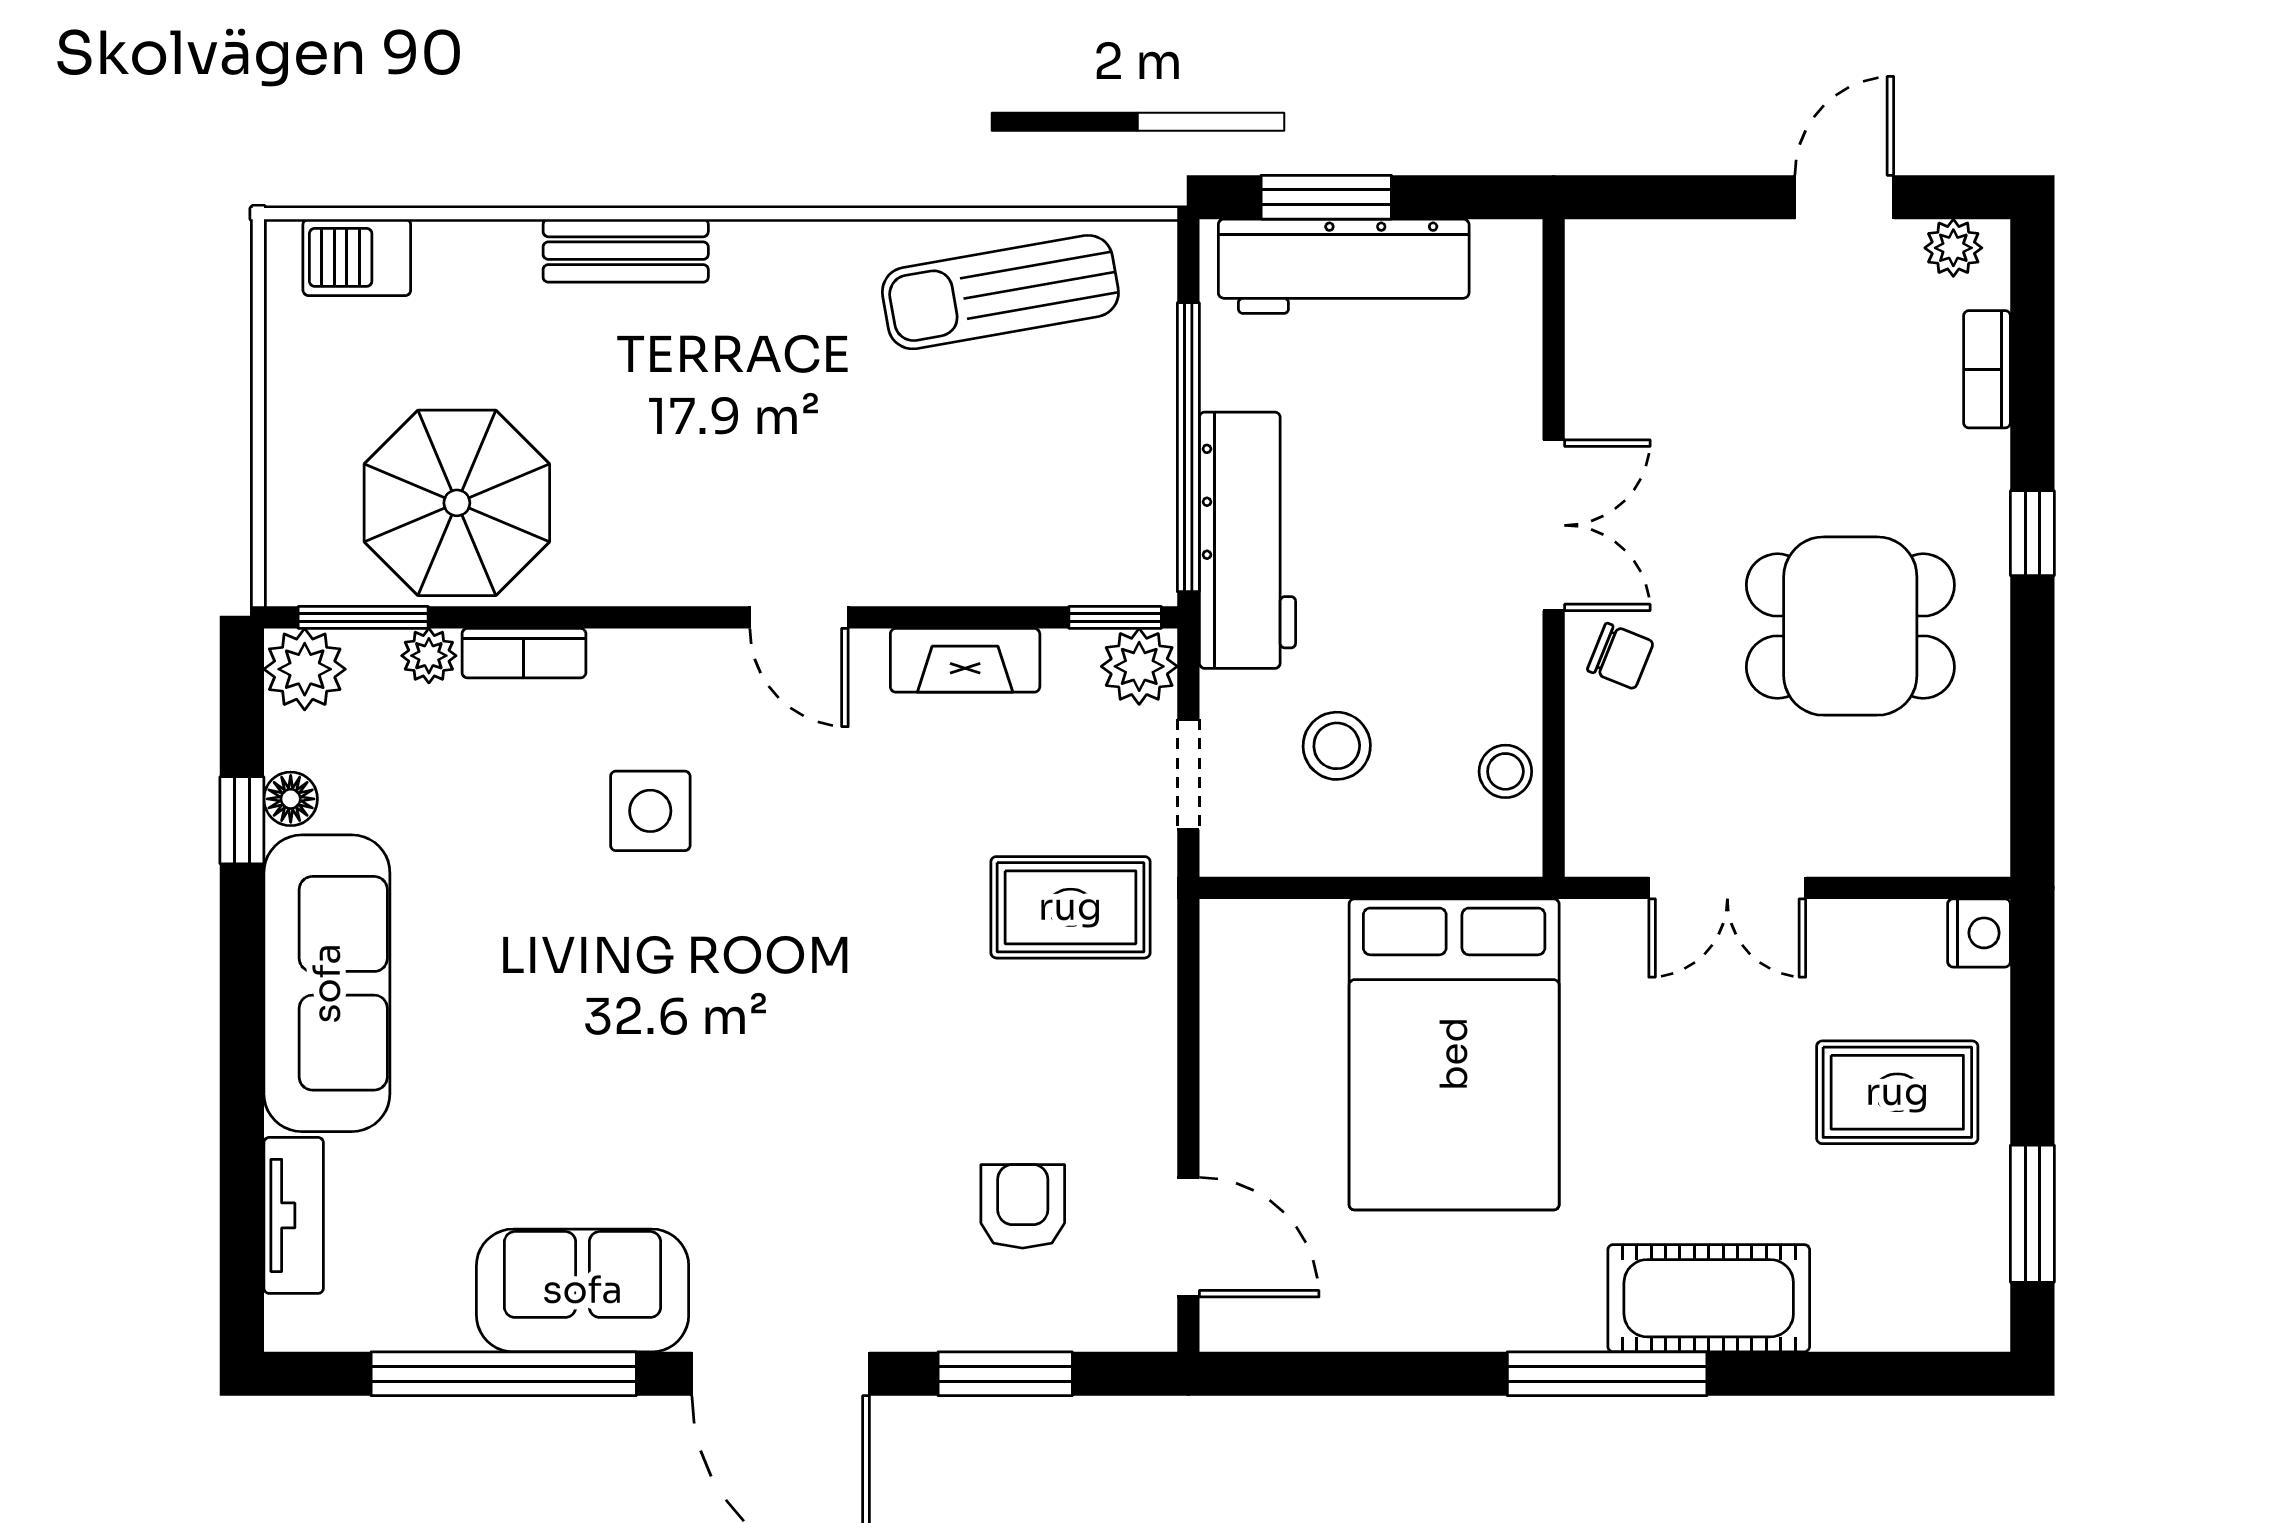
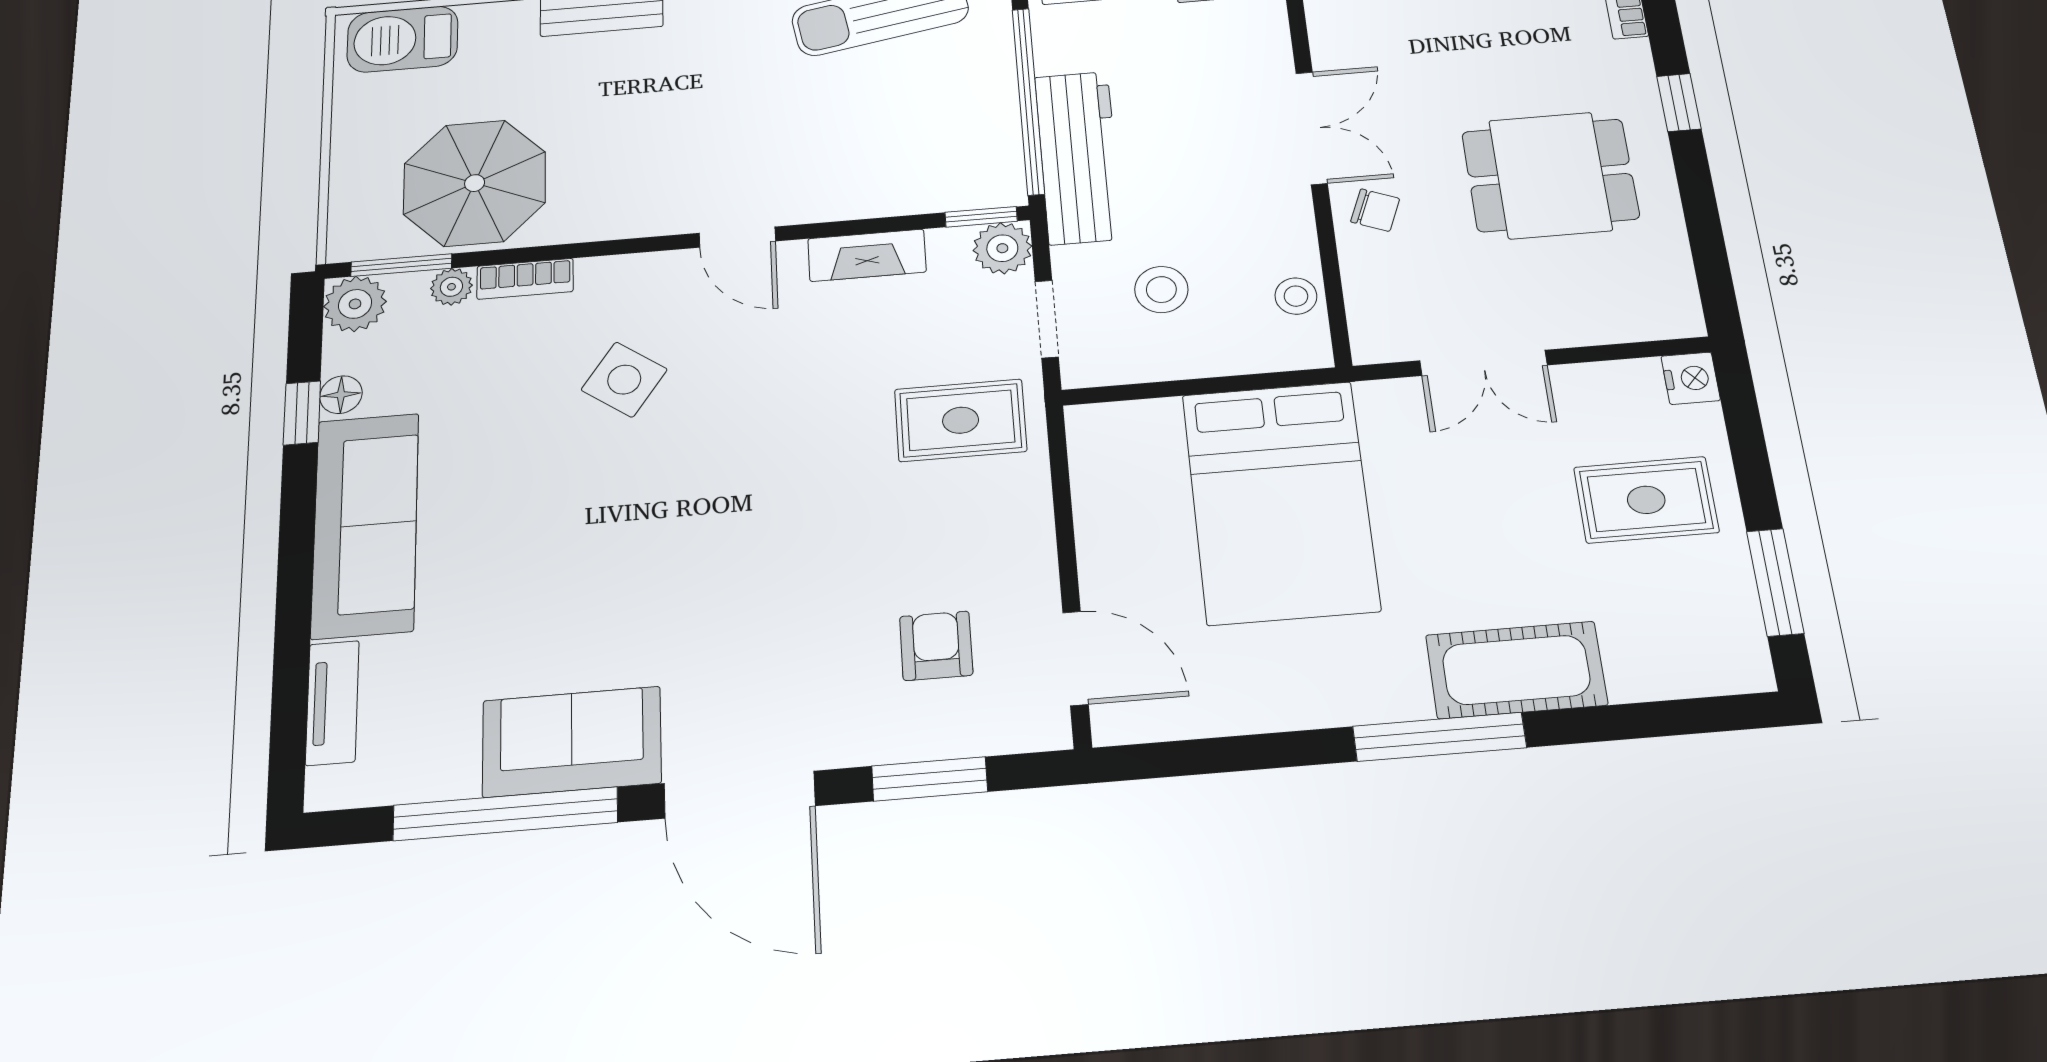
barbecue: (357, 257) -> (403, 39), width x1.38, depth x1.27
side table: (650, 811) -> (624, 380), turned 35

